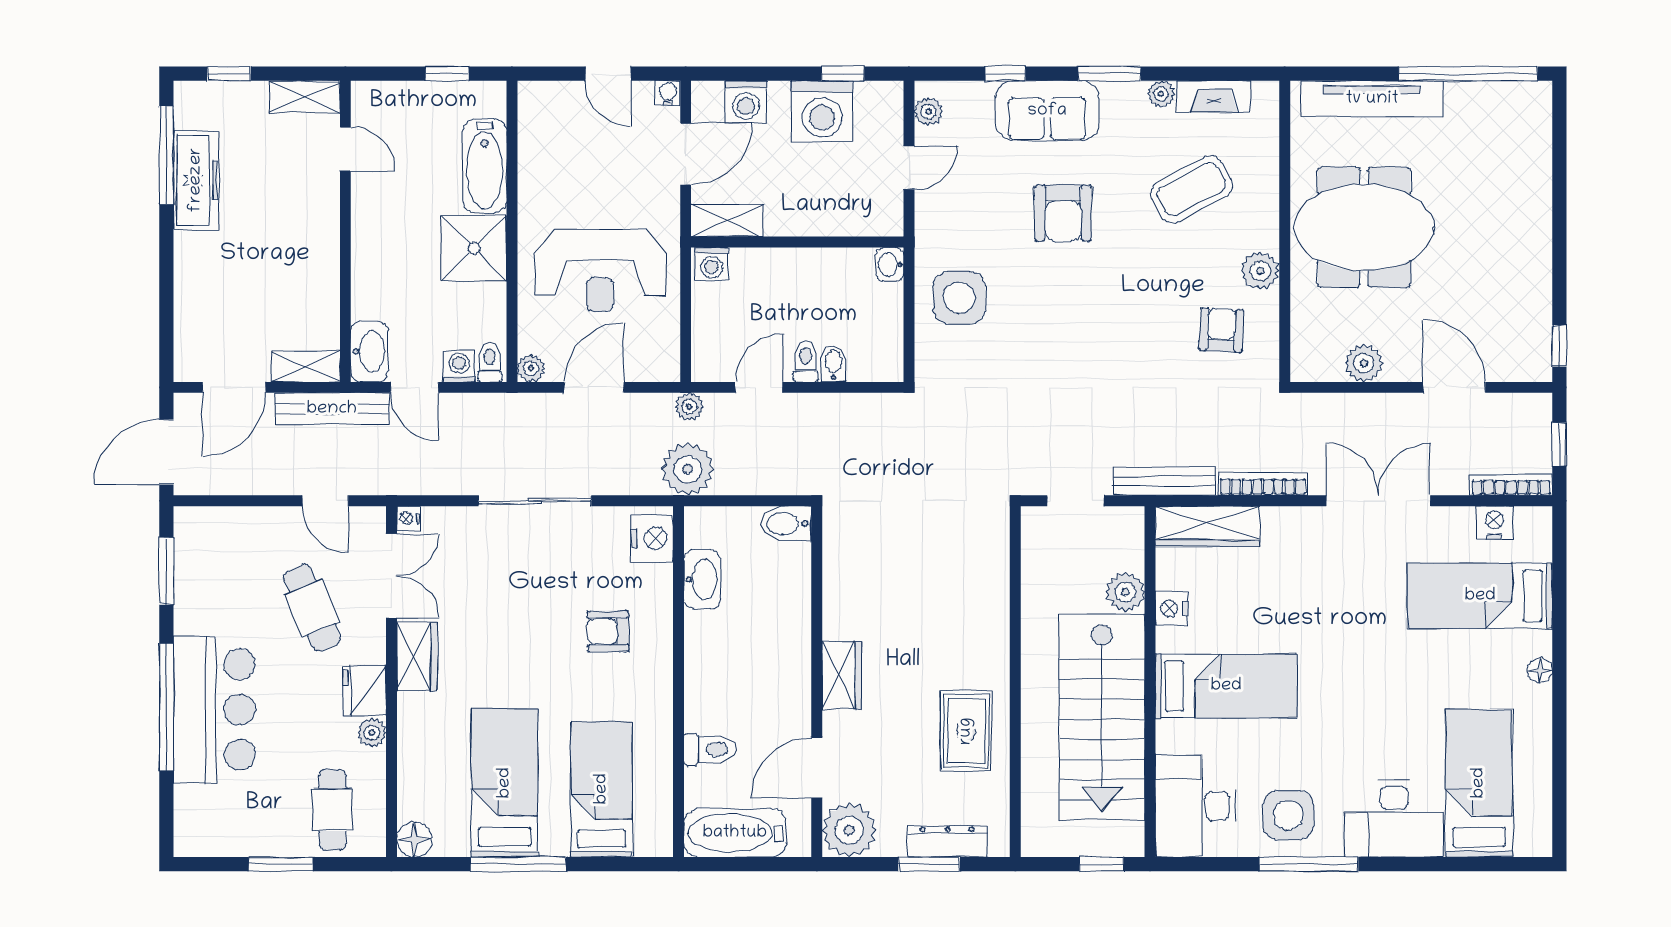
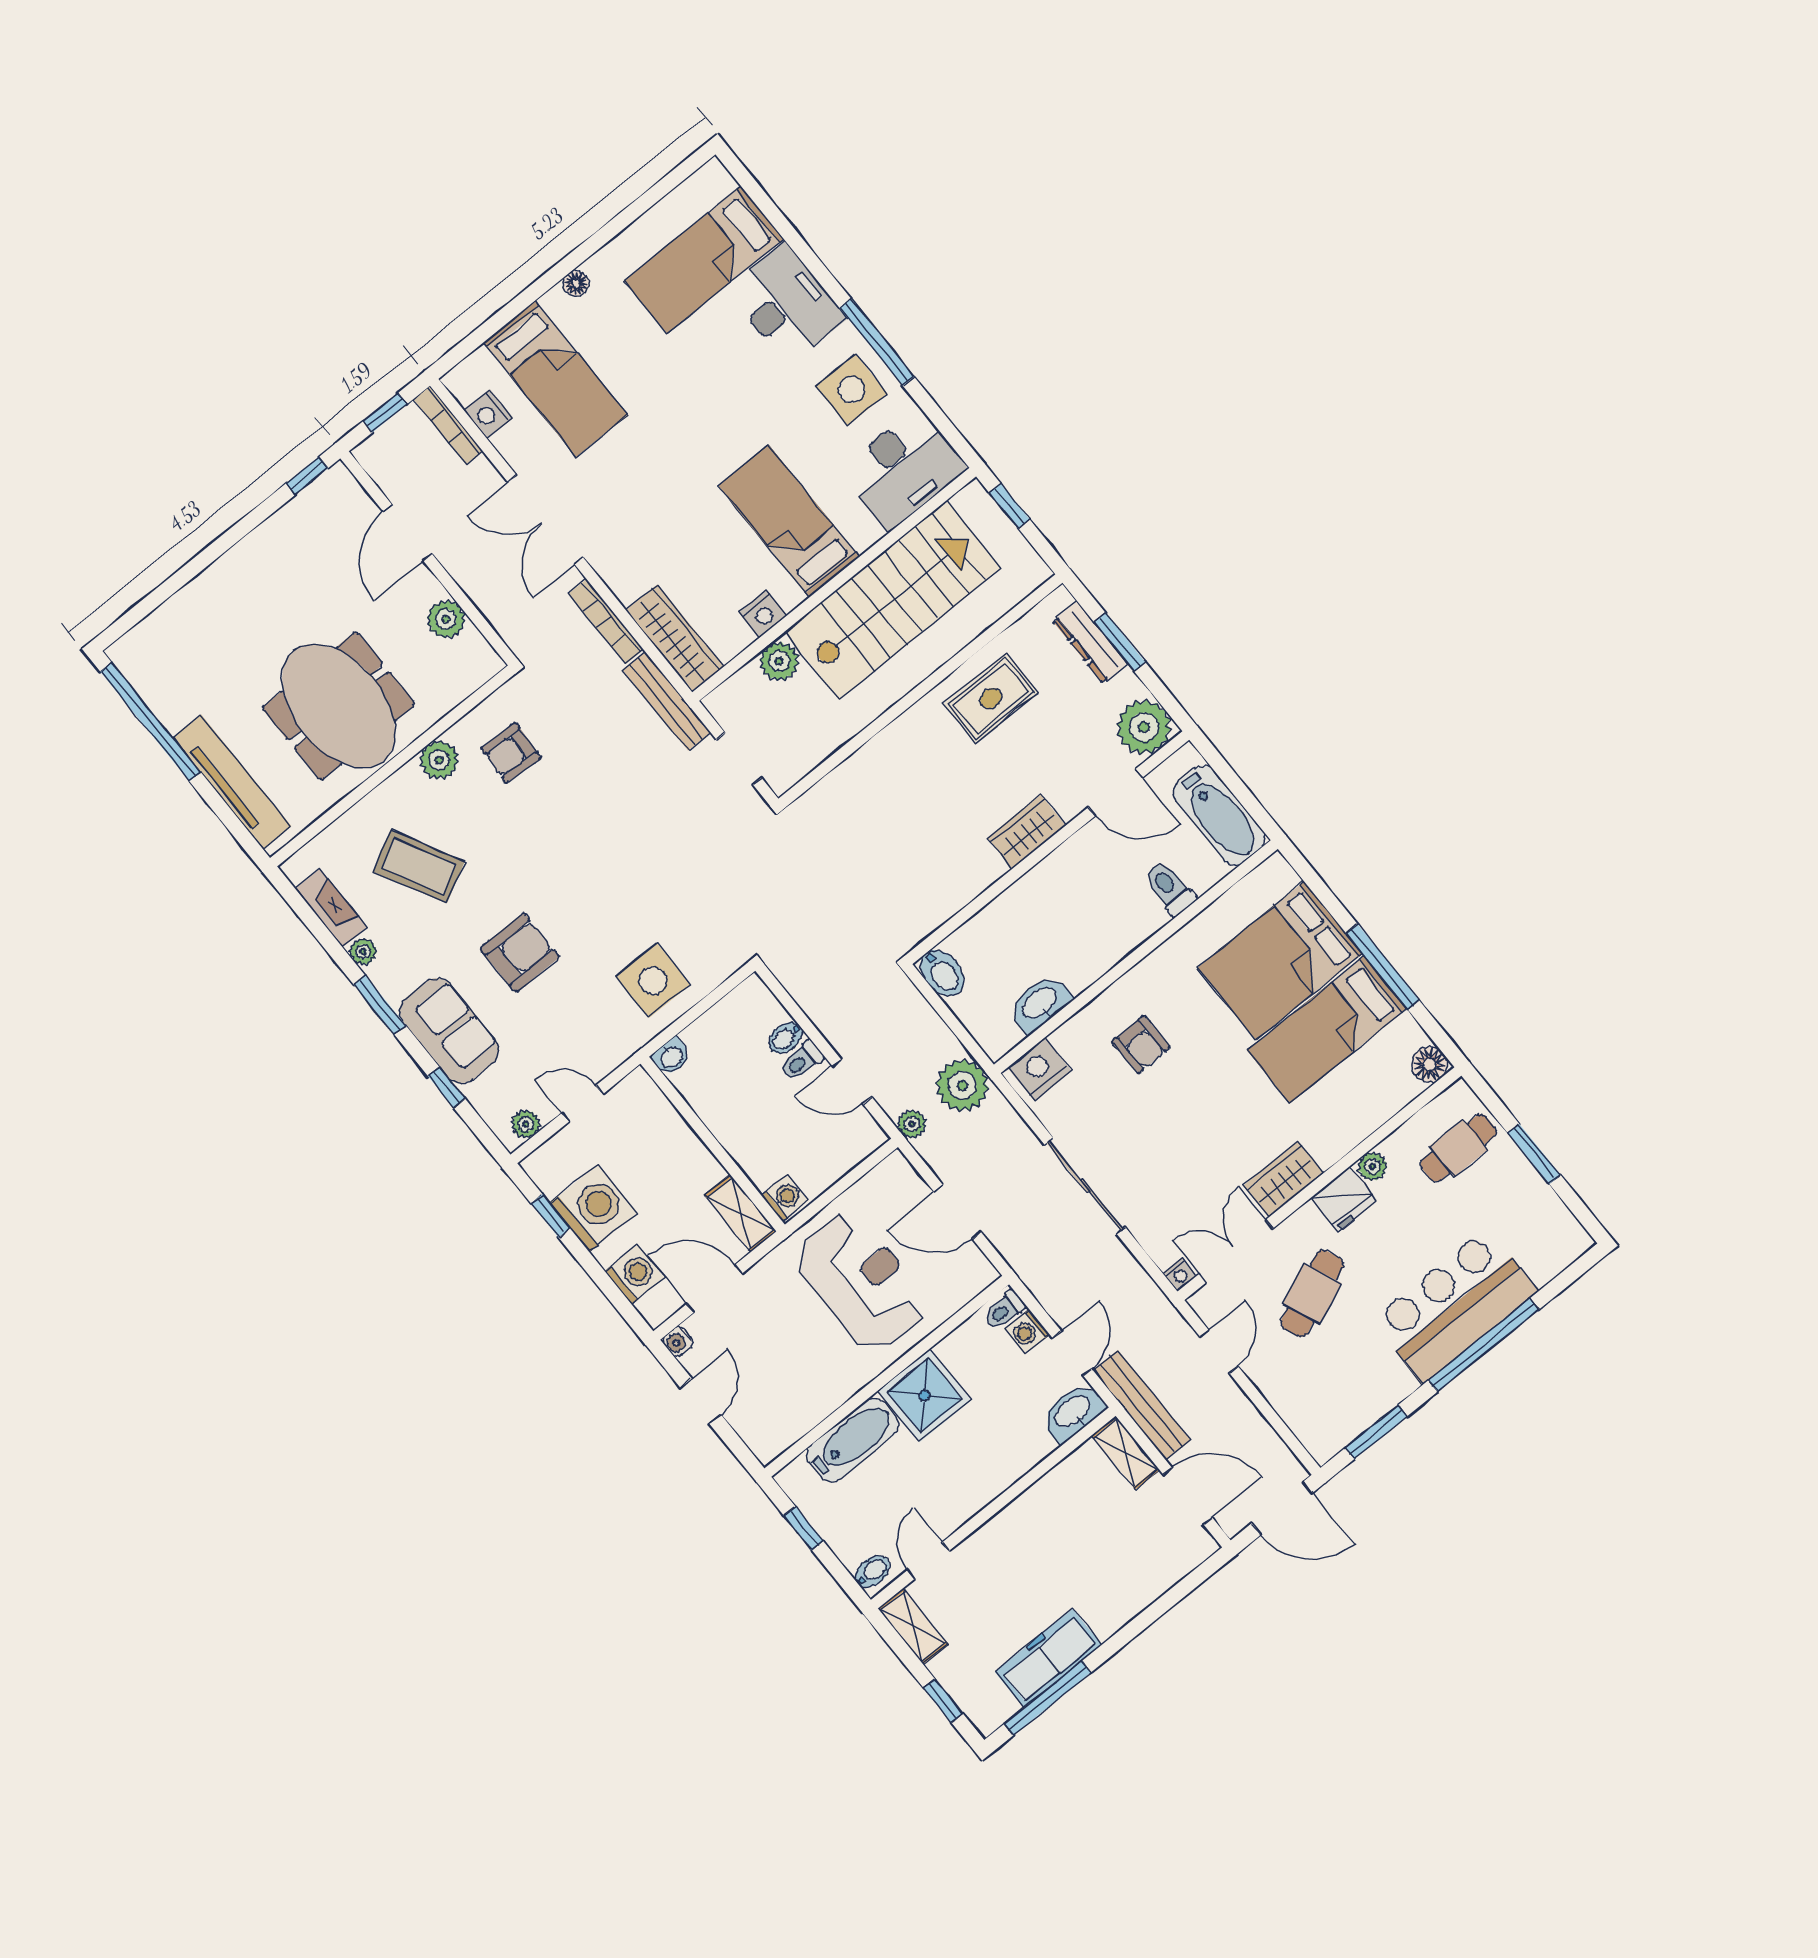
bidet: (372, 100) -> (872, 1572), added
plant: (531, 368) -> (983, 1274), removed
bed: (602, 789) -> (1280, 961), width x1.50

